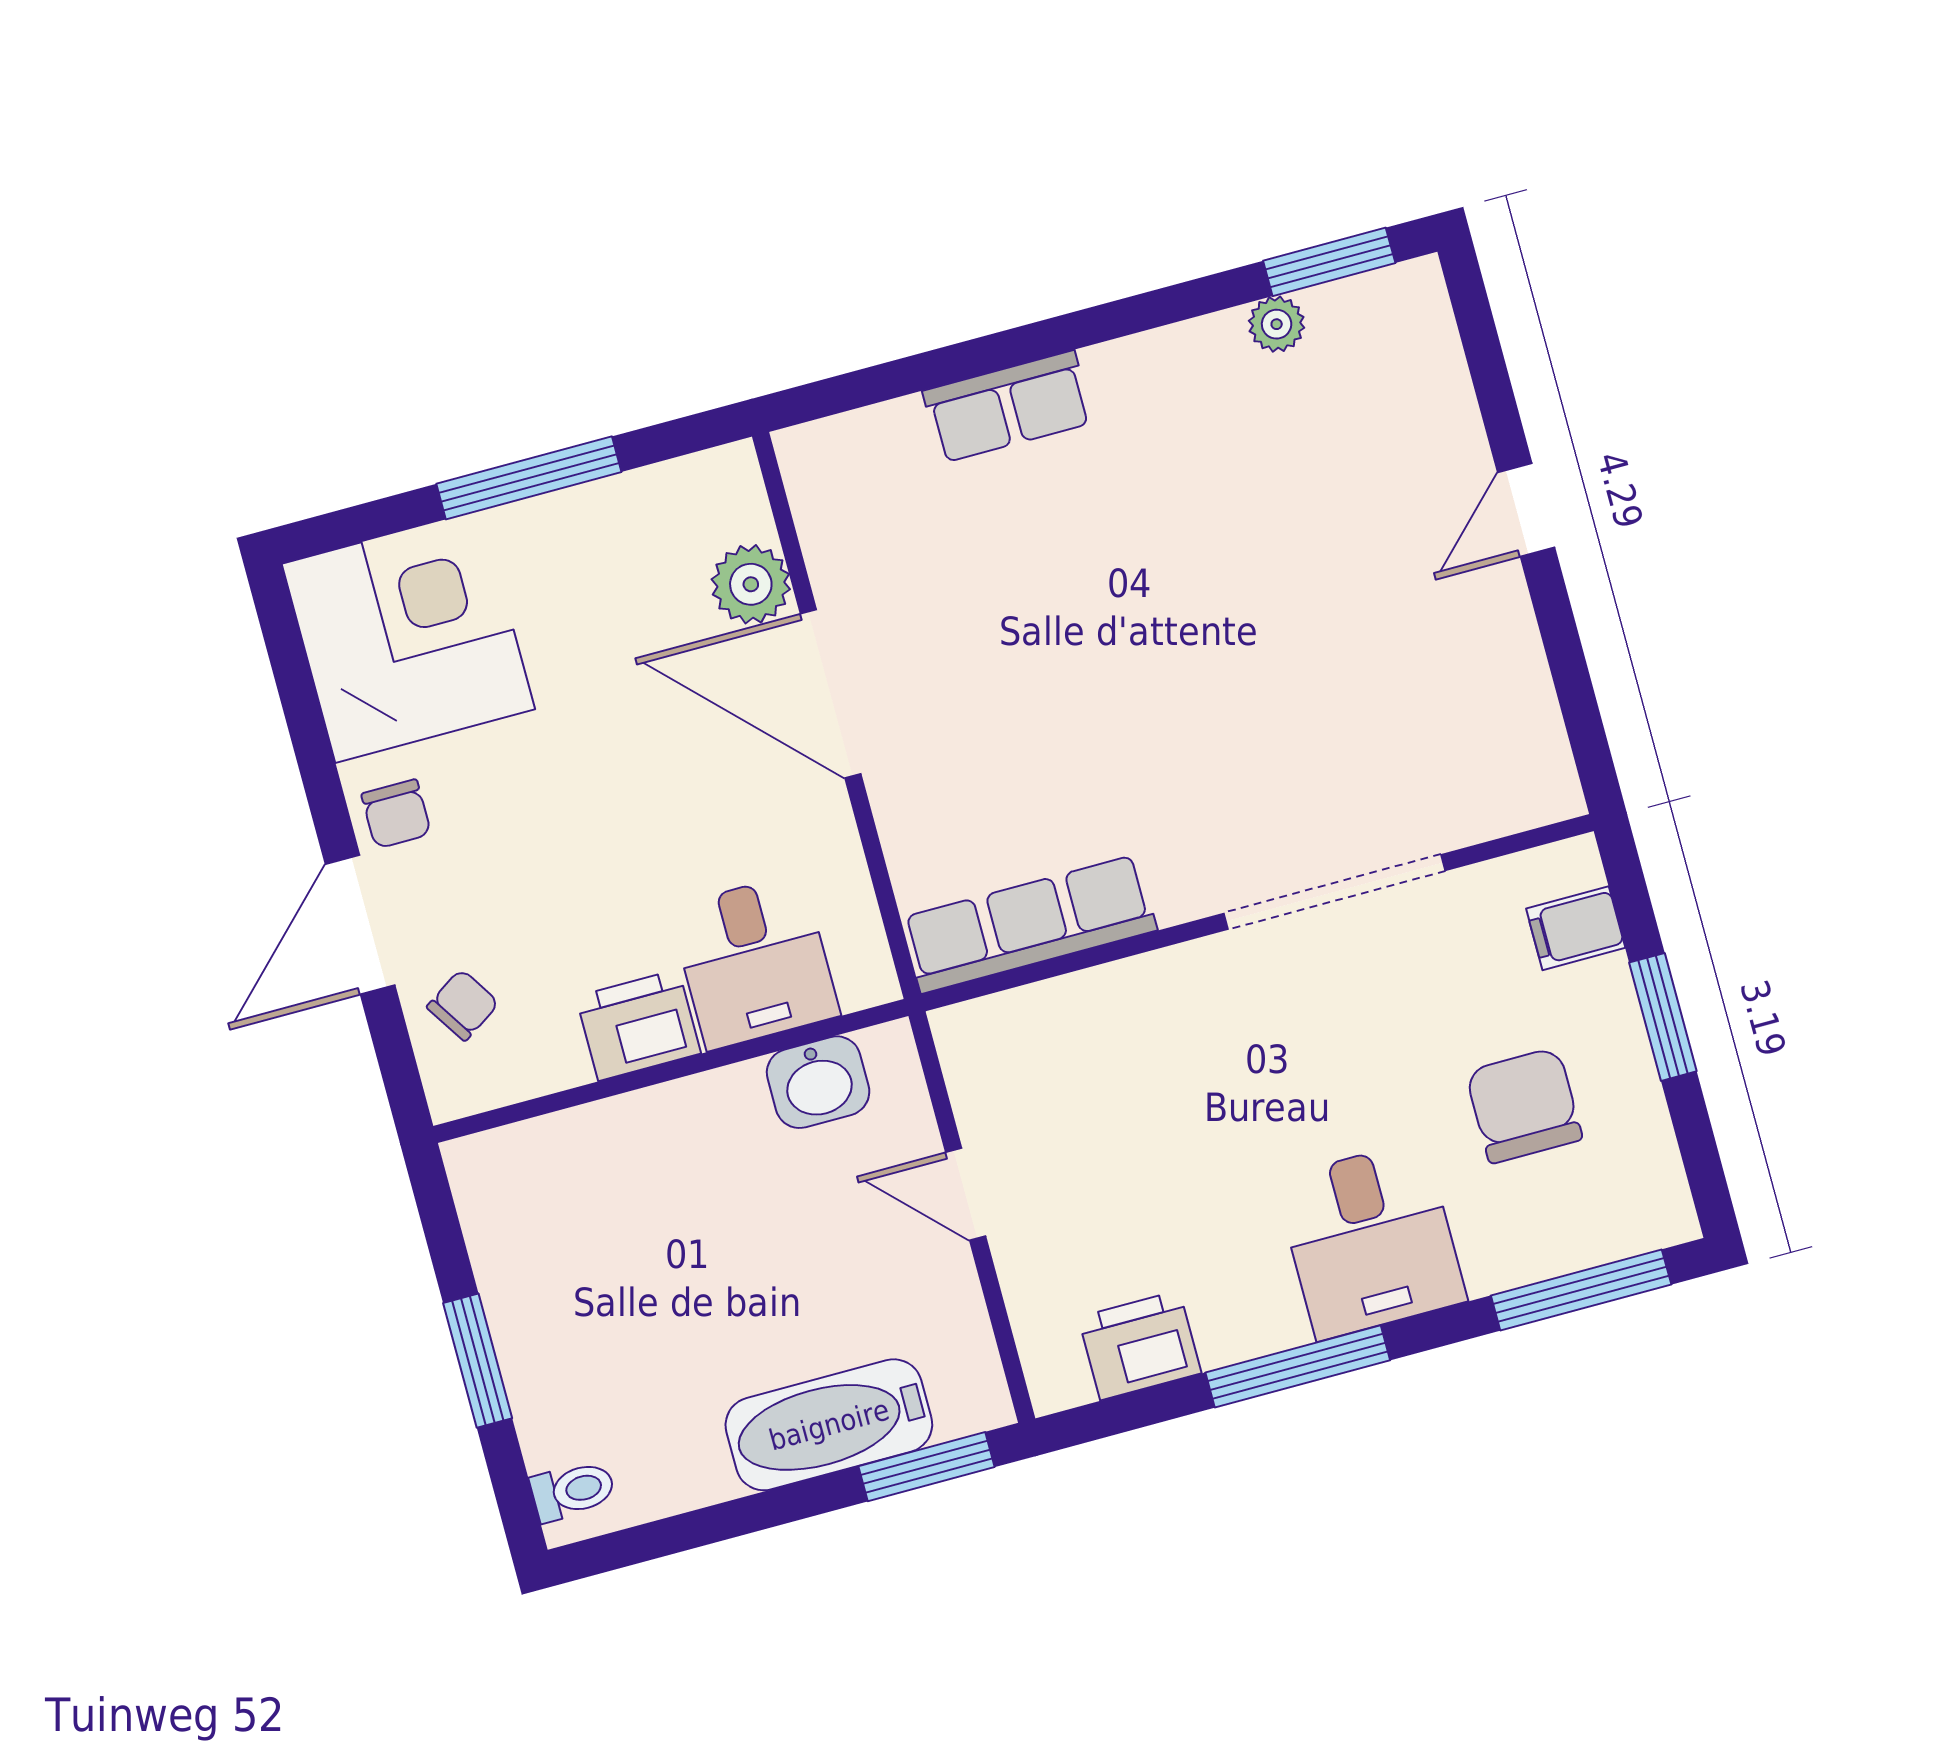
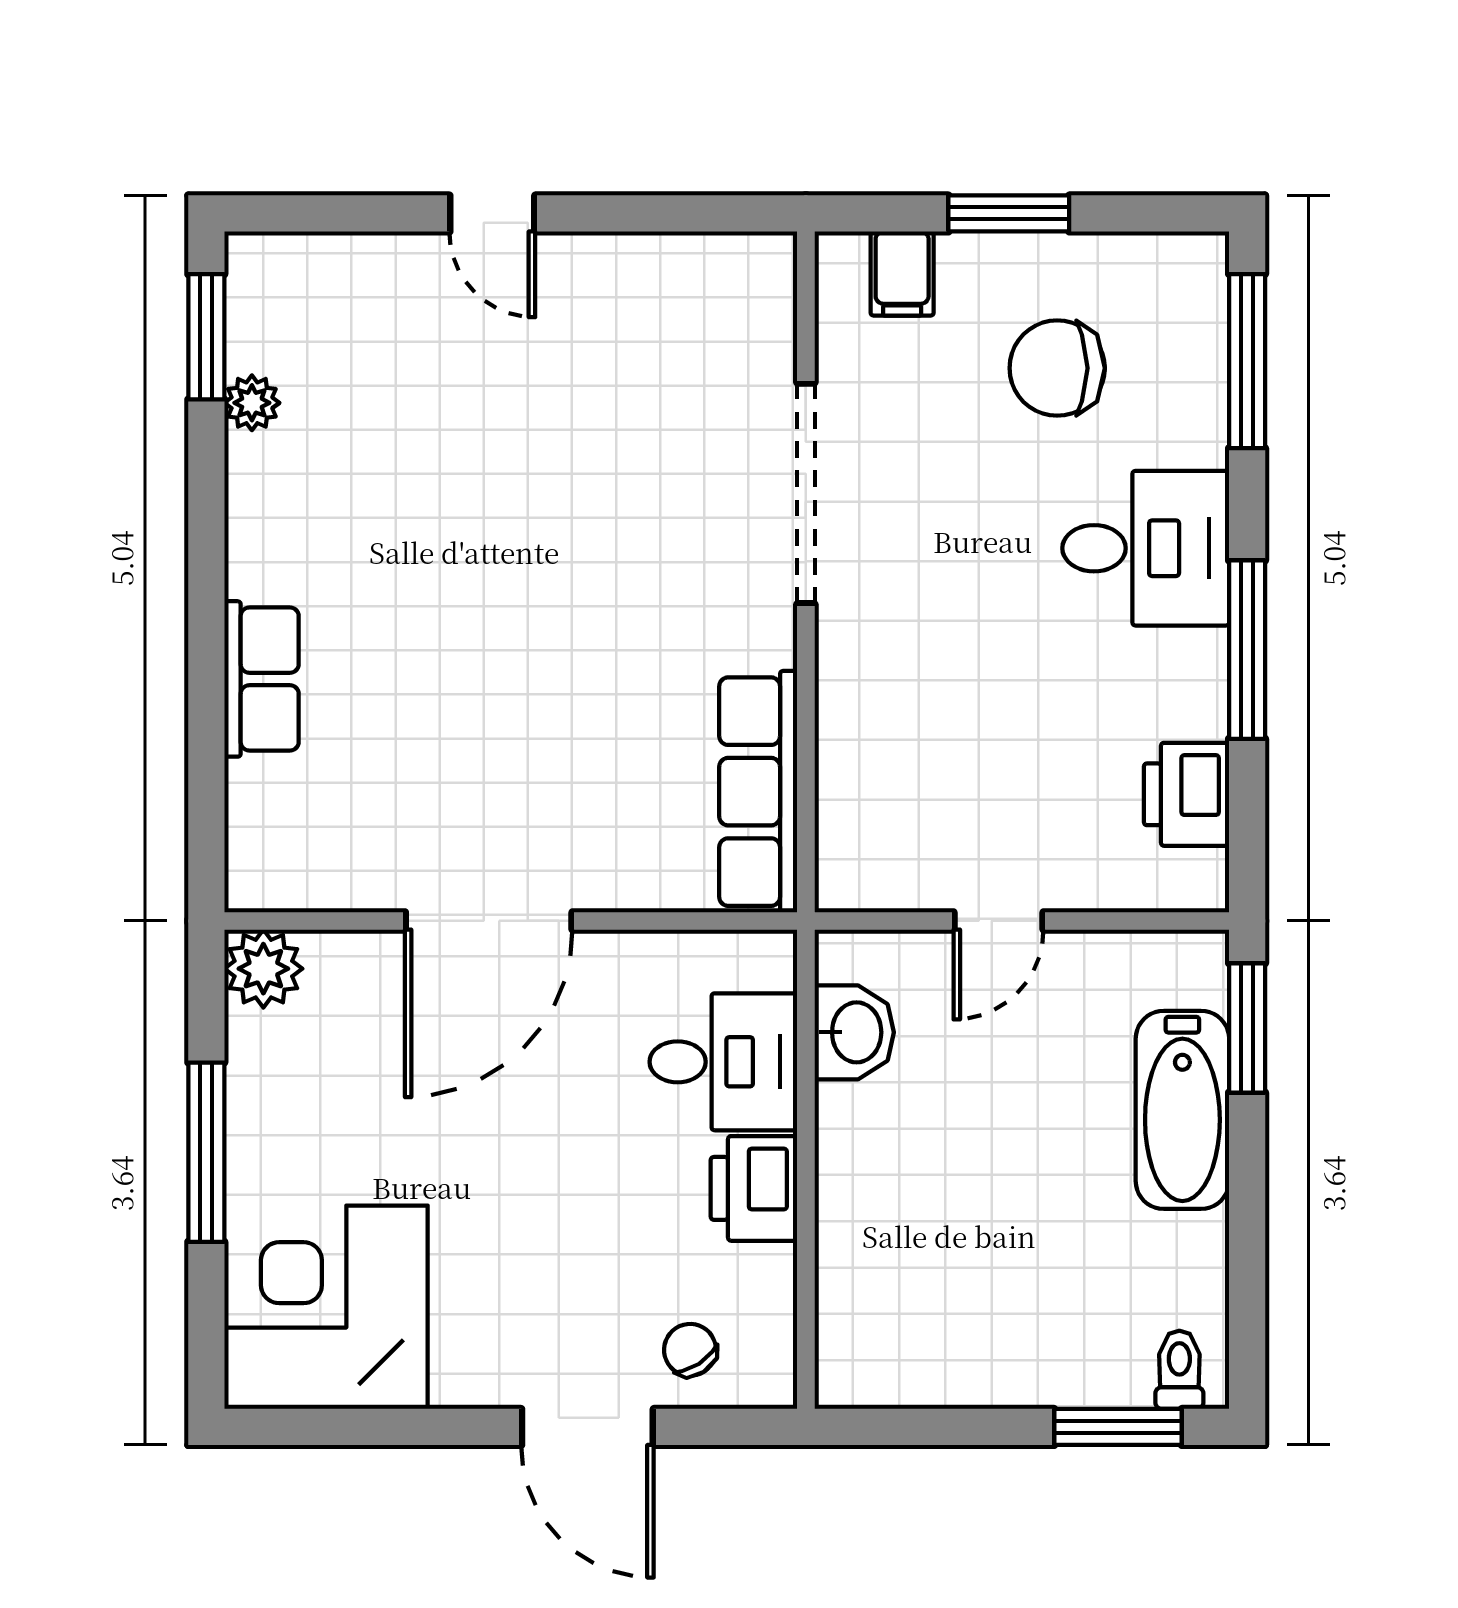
plant: (751, 584) -> (263, 969), moved
chair: (396, 814) -> (491, 1364), removed
window: (478, 1361) -> (1118, 1427), moved

